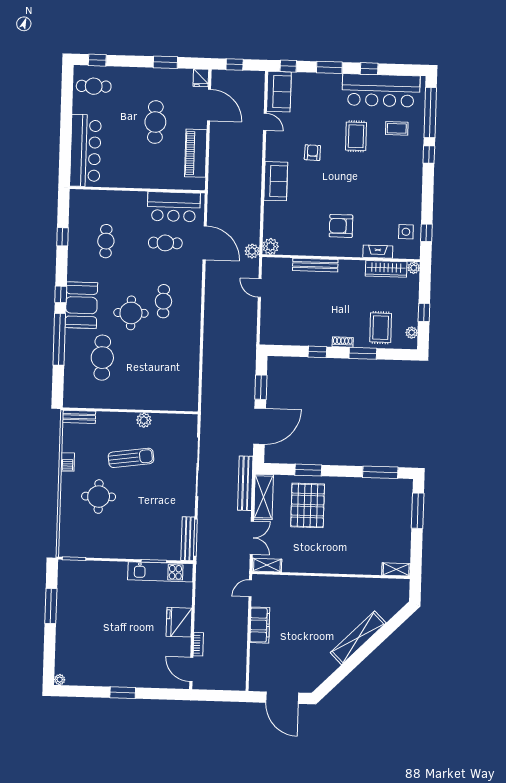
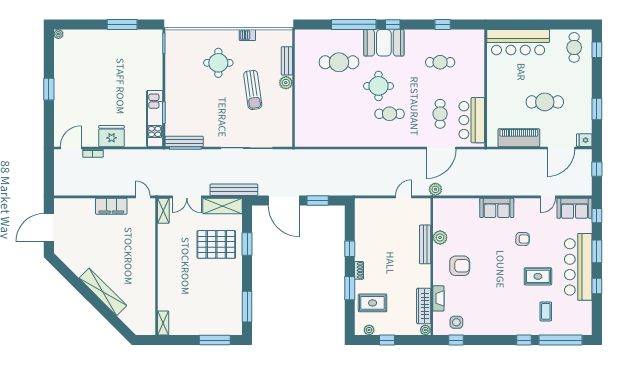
bar counter: (381, 90) -> (578, 267), moved
armchair: (341, 226) -> (460, 266), turned 90
plant: (271, 246) -> (440, 237), moved
bench: (79, 417) -> (287, 61), moved
plant: (144, 420) -> (286, 83), moved

